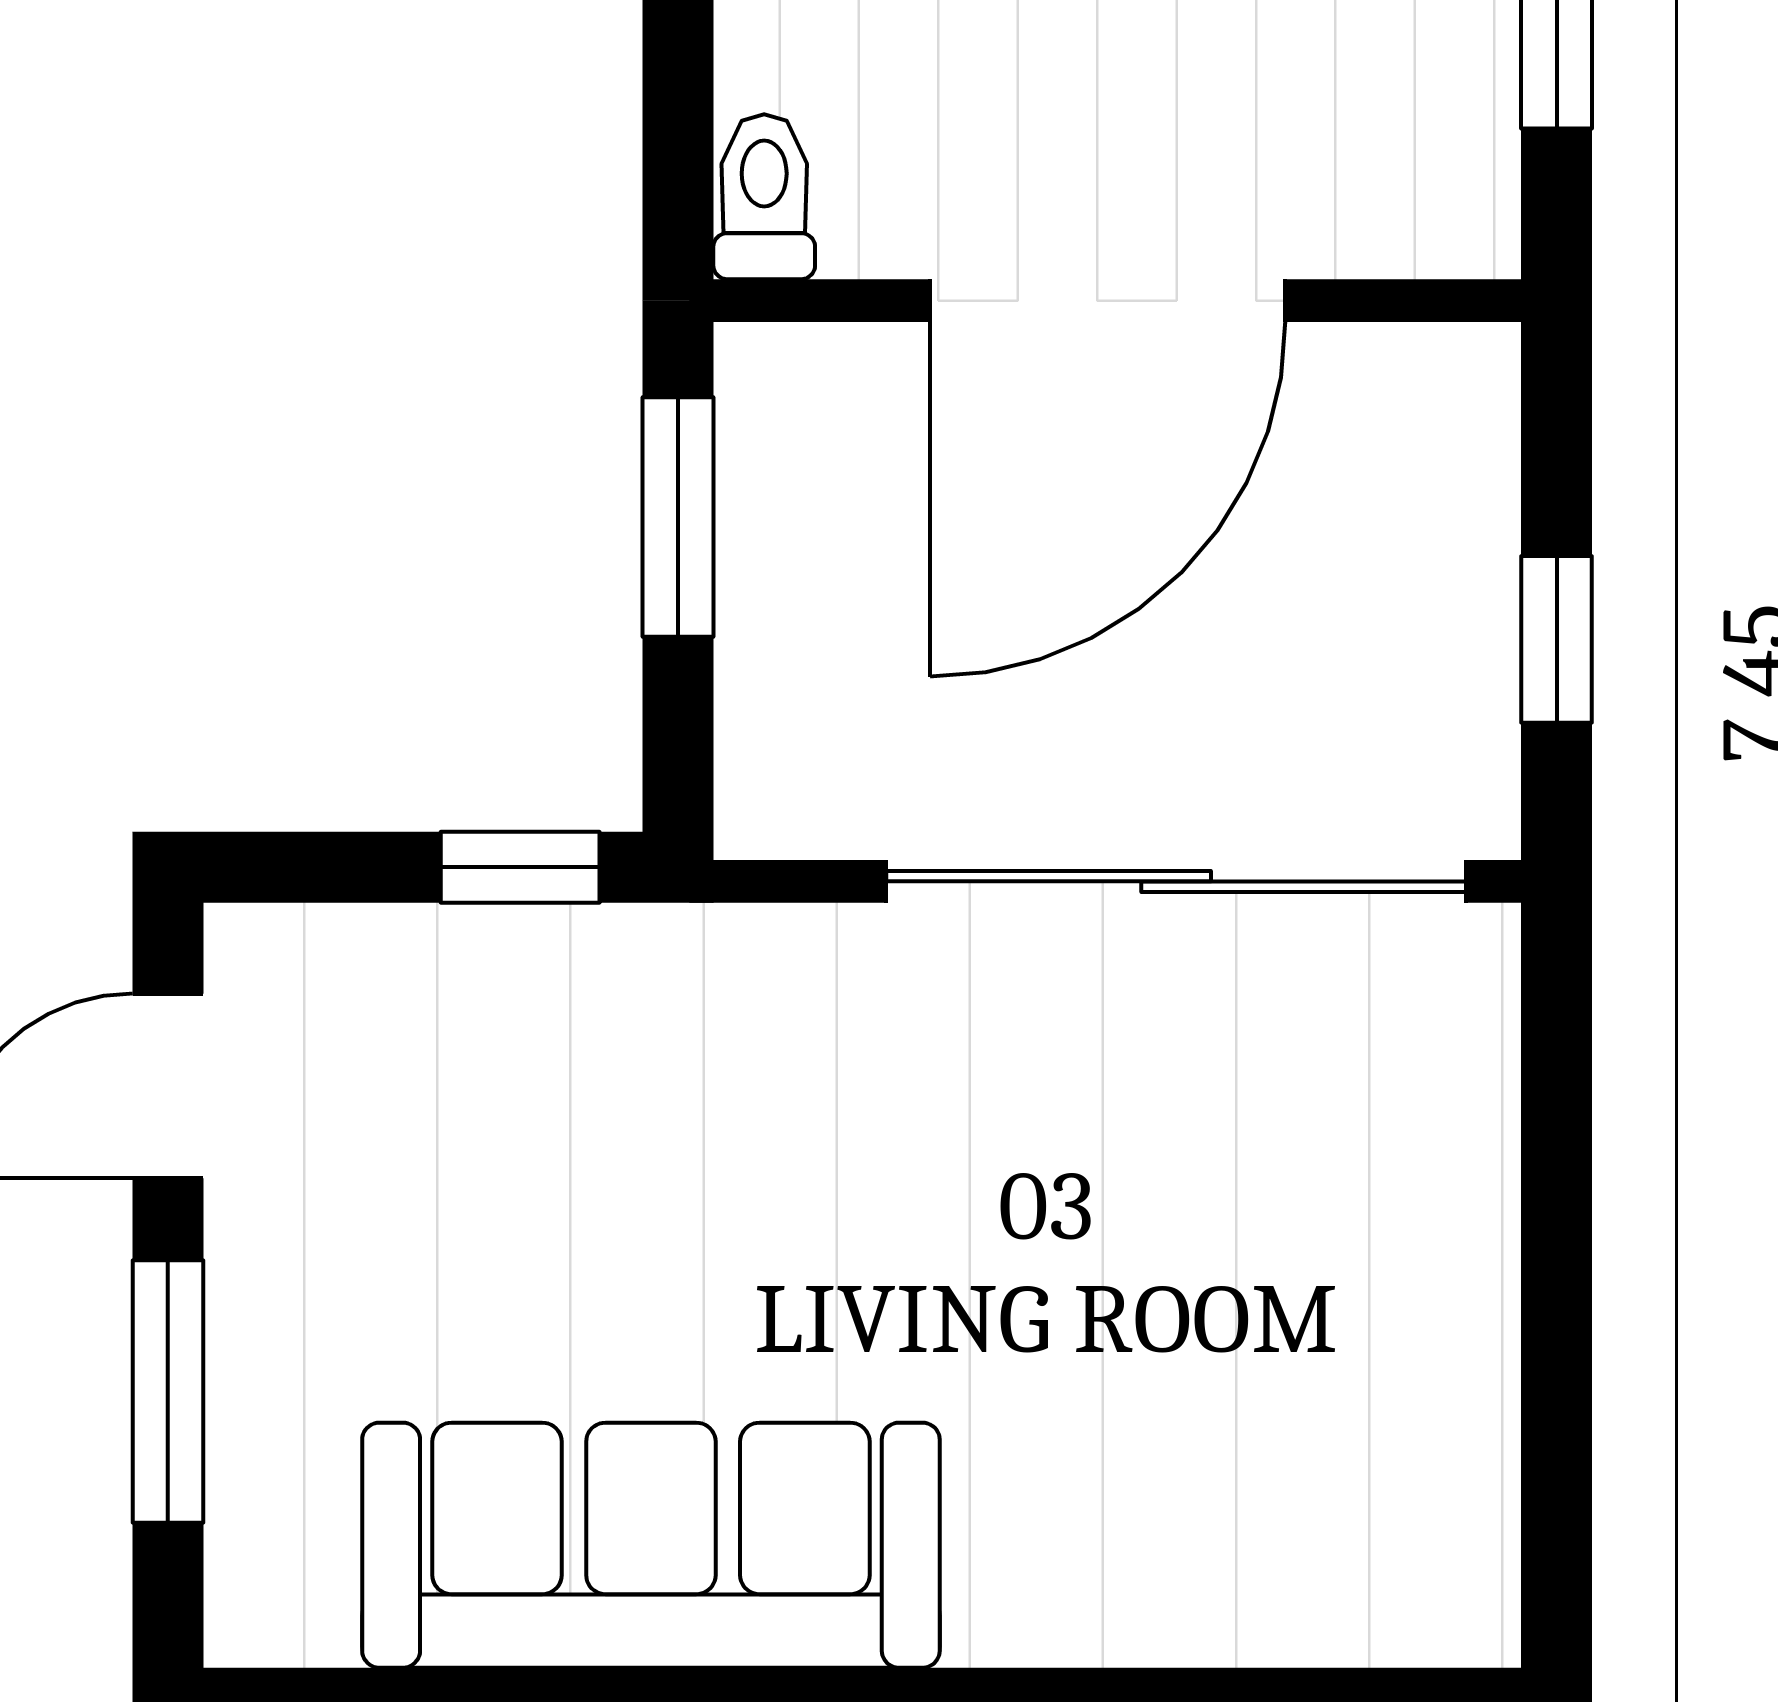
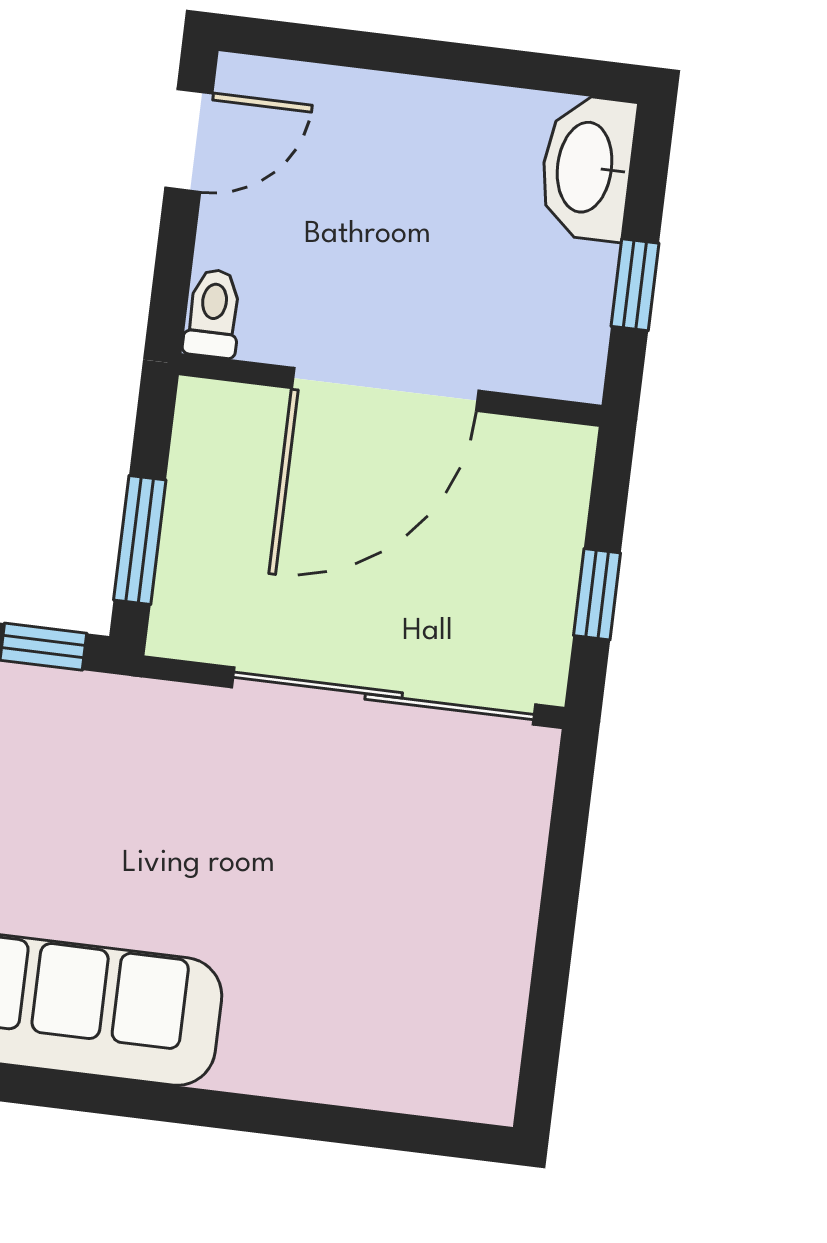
window: (678, 517) -> (140, 540), moved

